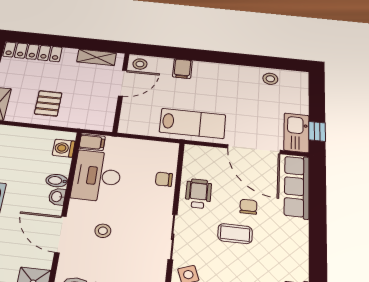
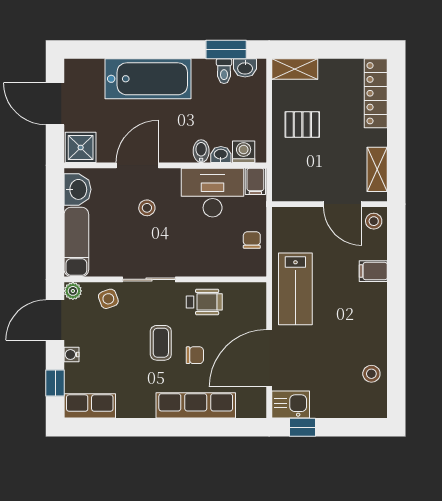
kitchen sink: (296, 133) -> (291, 405), width x0.73
chair: (164, 179) -> (252, 240), moved
row of seats: (297, 186) -> (196, 405), moved
washbasin: (57, 197) -> (221, 155), moved

